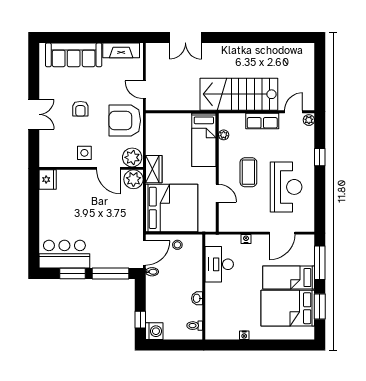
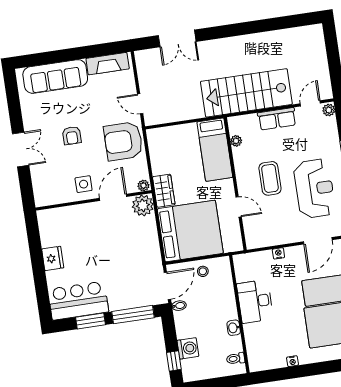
plant: (132, 157) -> (143, 186), width x0.53, depth x0.53
door: (108, 168) -> (113, 197), swing flipped
fridge: (48, 180) -> (53, 258), moved
desk: (219, 264) -> (255, 301), moved
washing machine: (154, 331) -> (188, 348), moved

